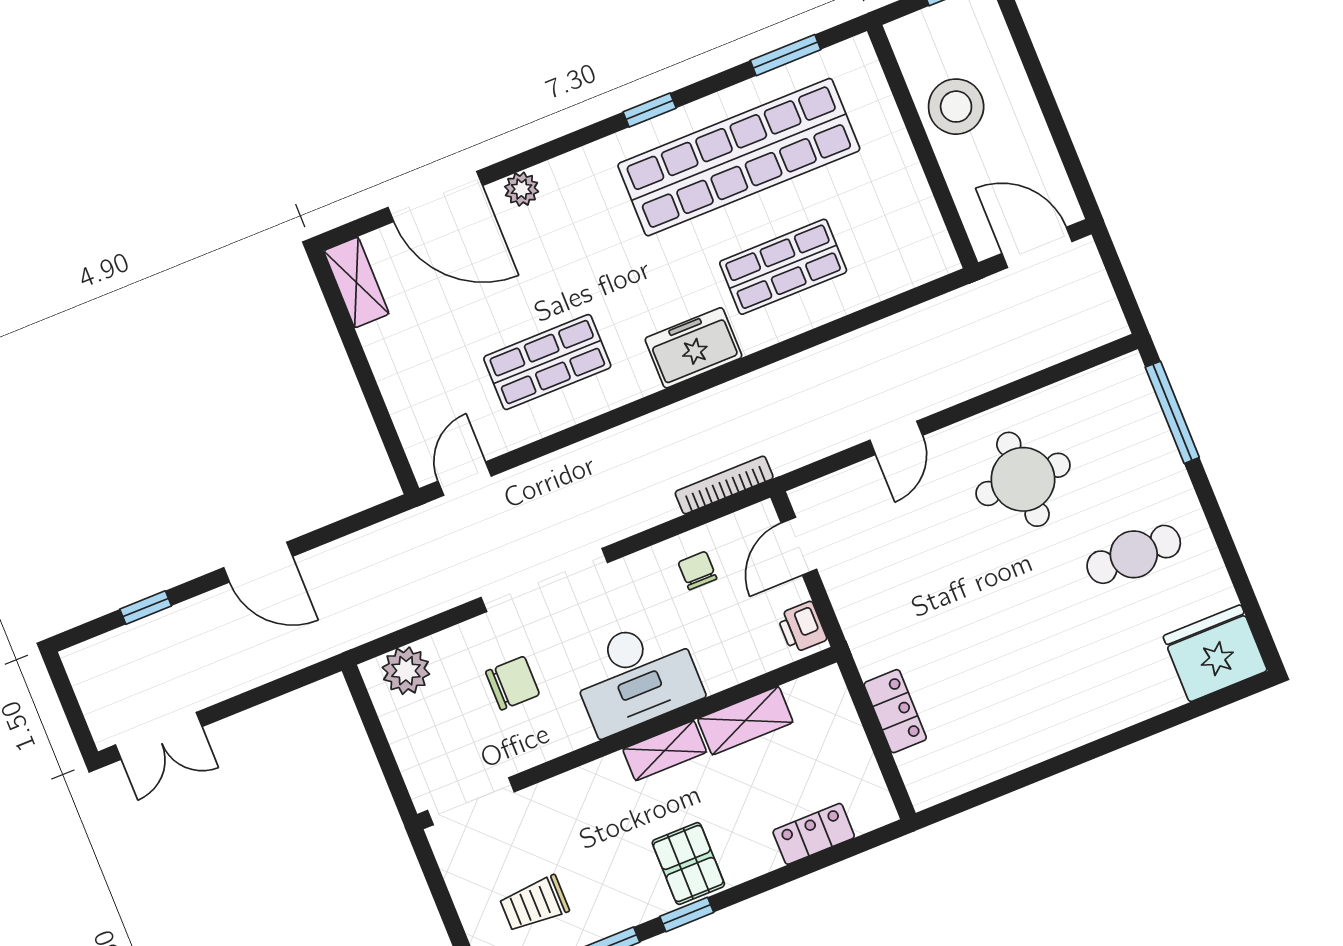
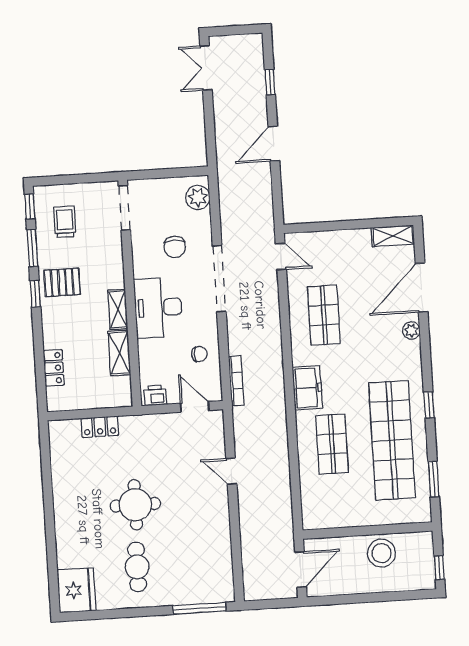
round table: (1023, 479) -> (135, 505), moved
pallet: (688, 863) -> (62, 282), moved

